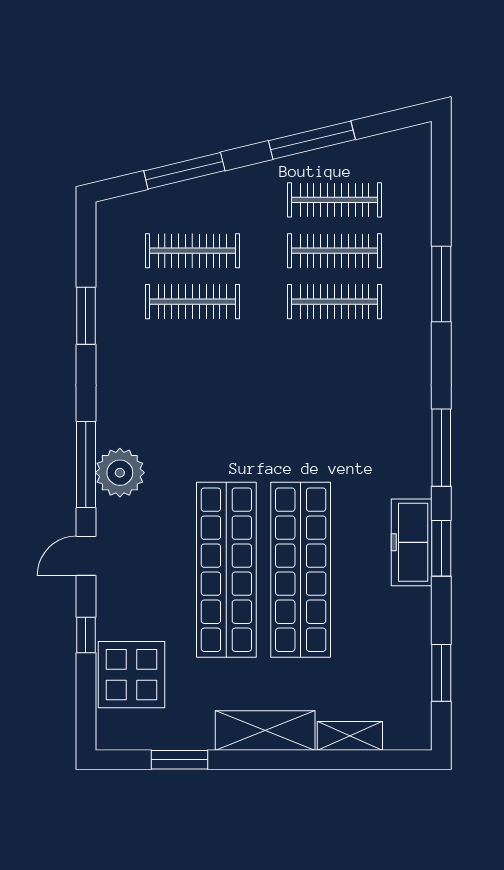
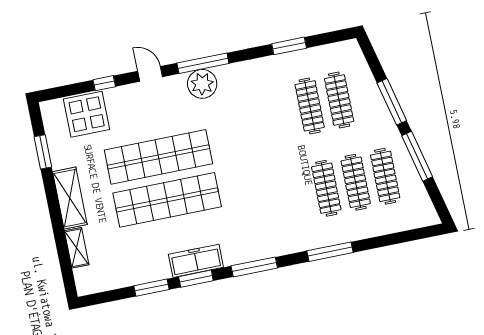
window: (184, 171) -> (392, 102), moved
window: (441, 284) -> (330, 252), moved
window: (441, 673) -> (151, 288), moved

